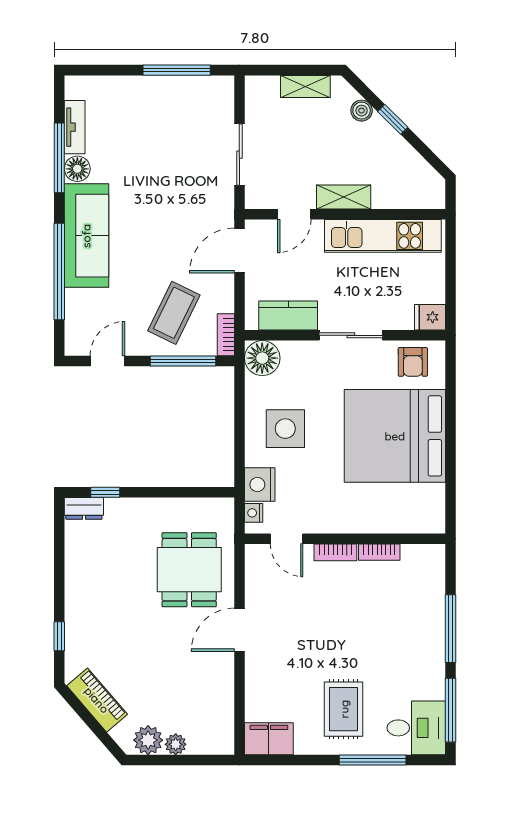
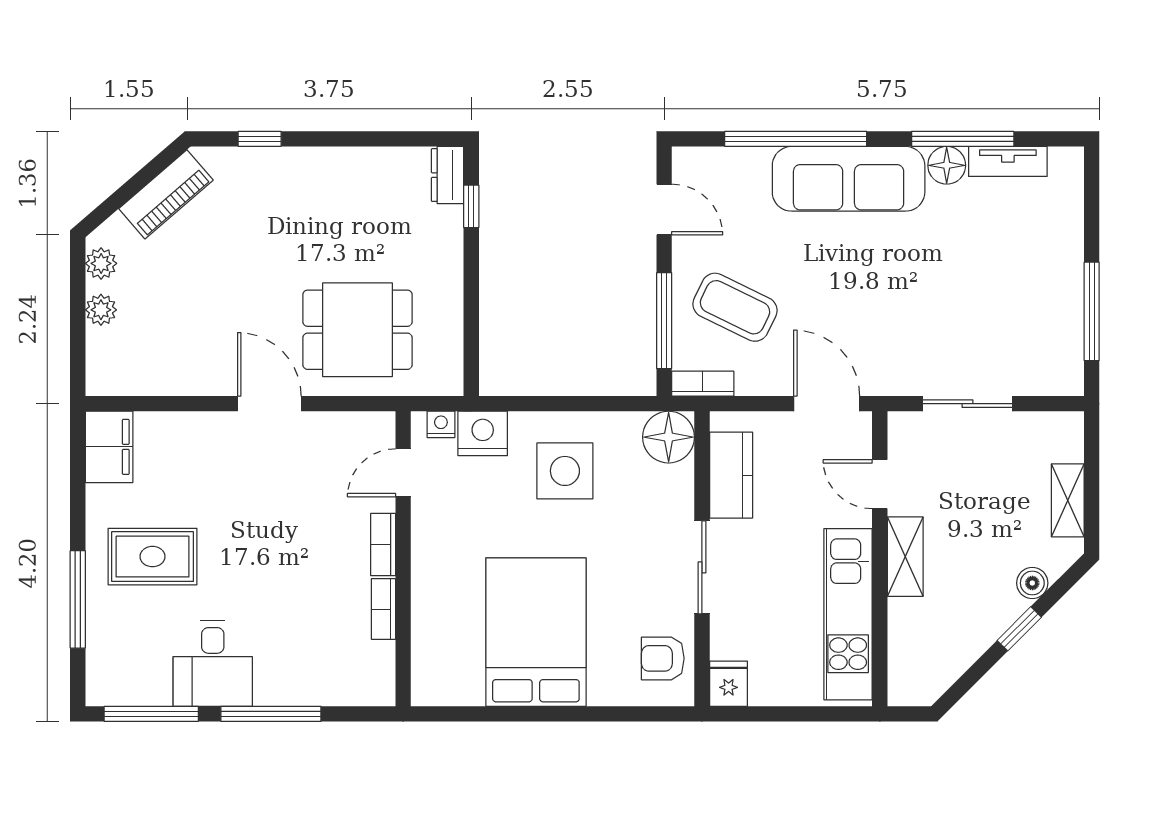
bed: (395, 436) -> (536, 632), width x0.73
desk: (416, 728) -> (213, 664), moved
plant: (148, 740) -> (101, 263), width x0.73, depth x0.73

